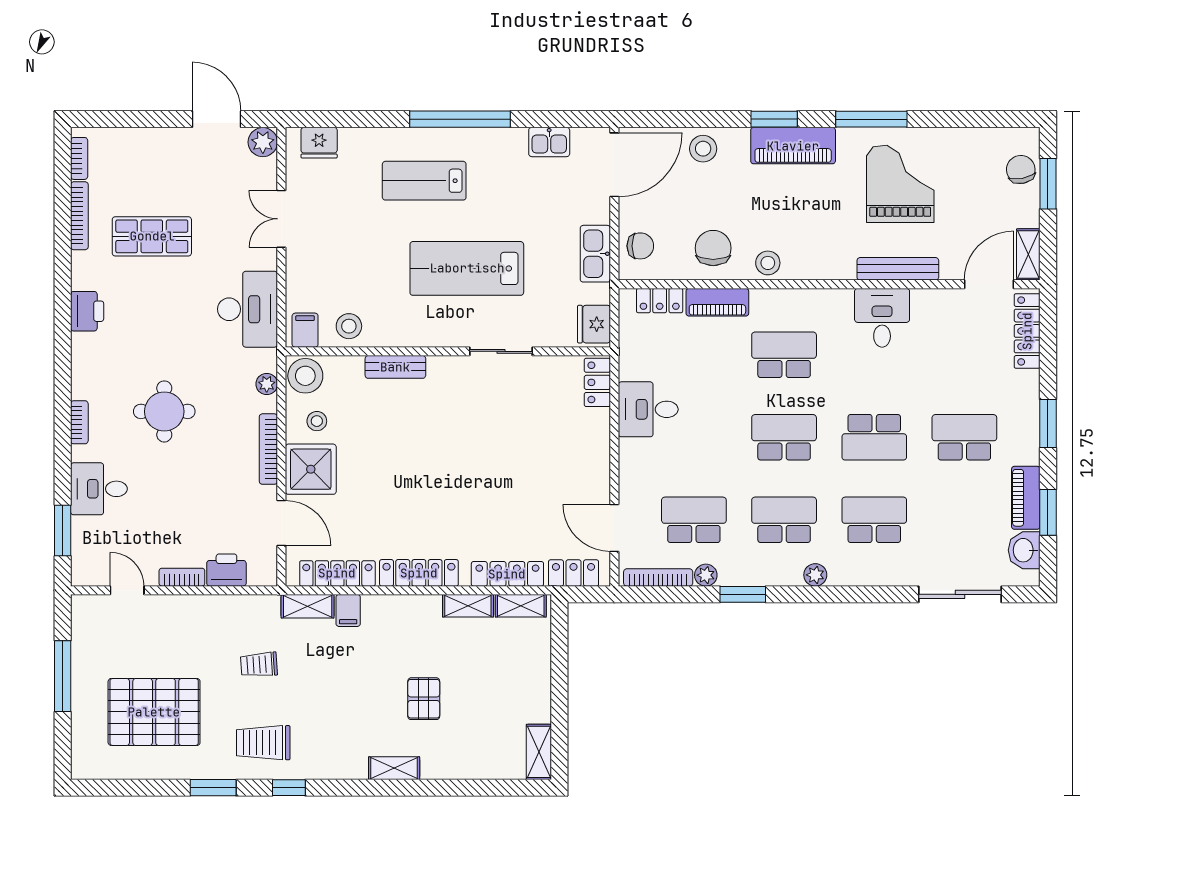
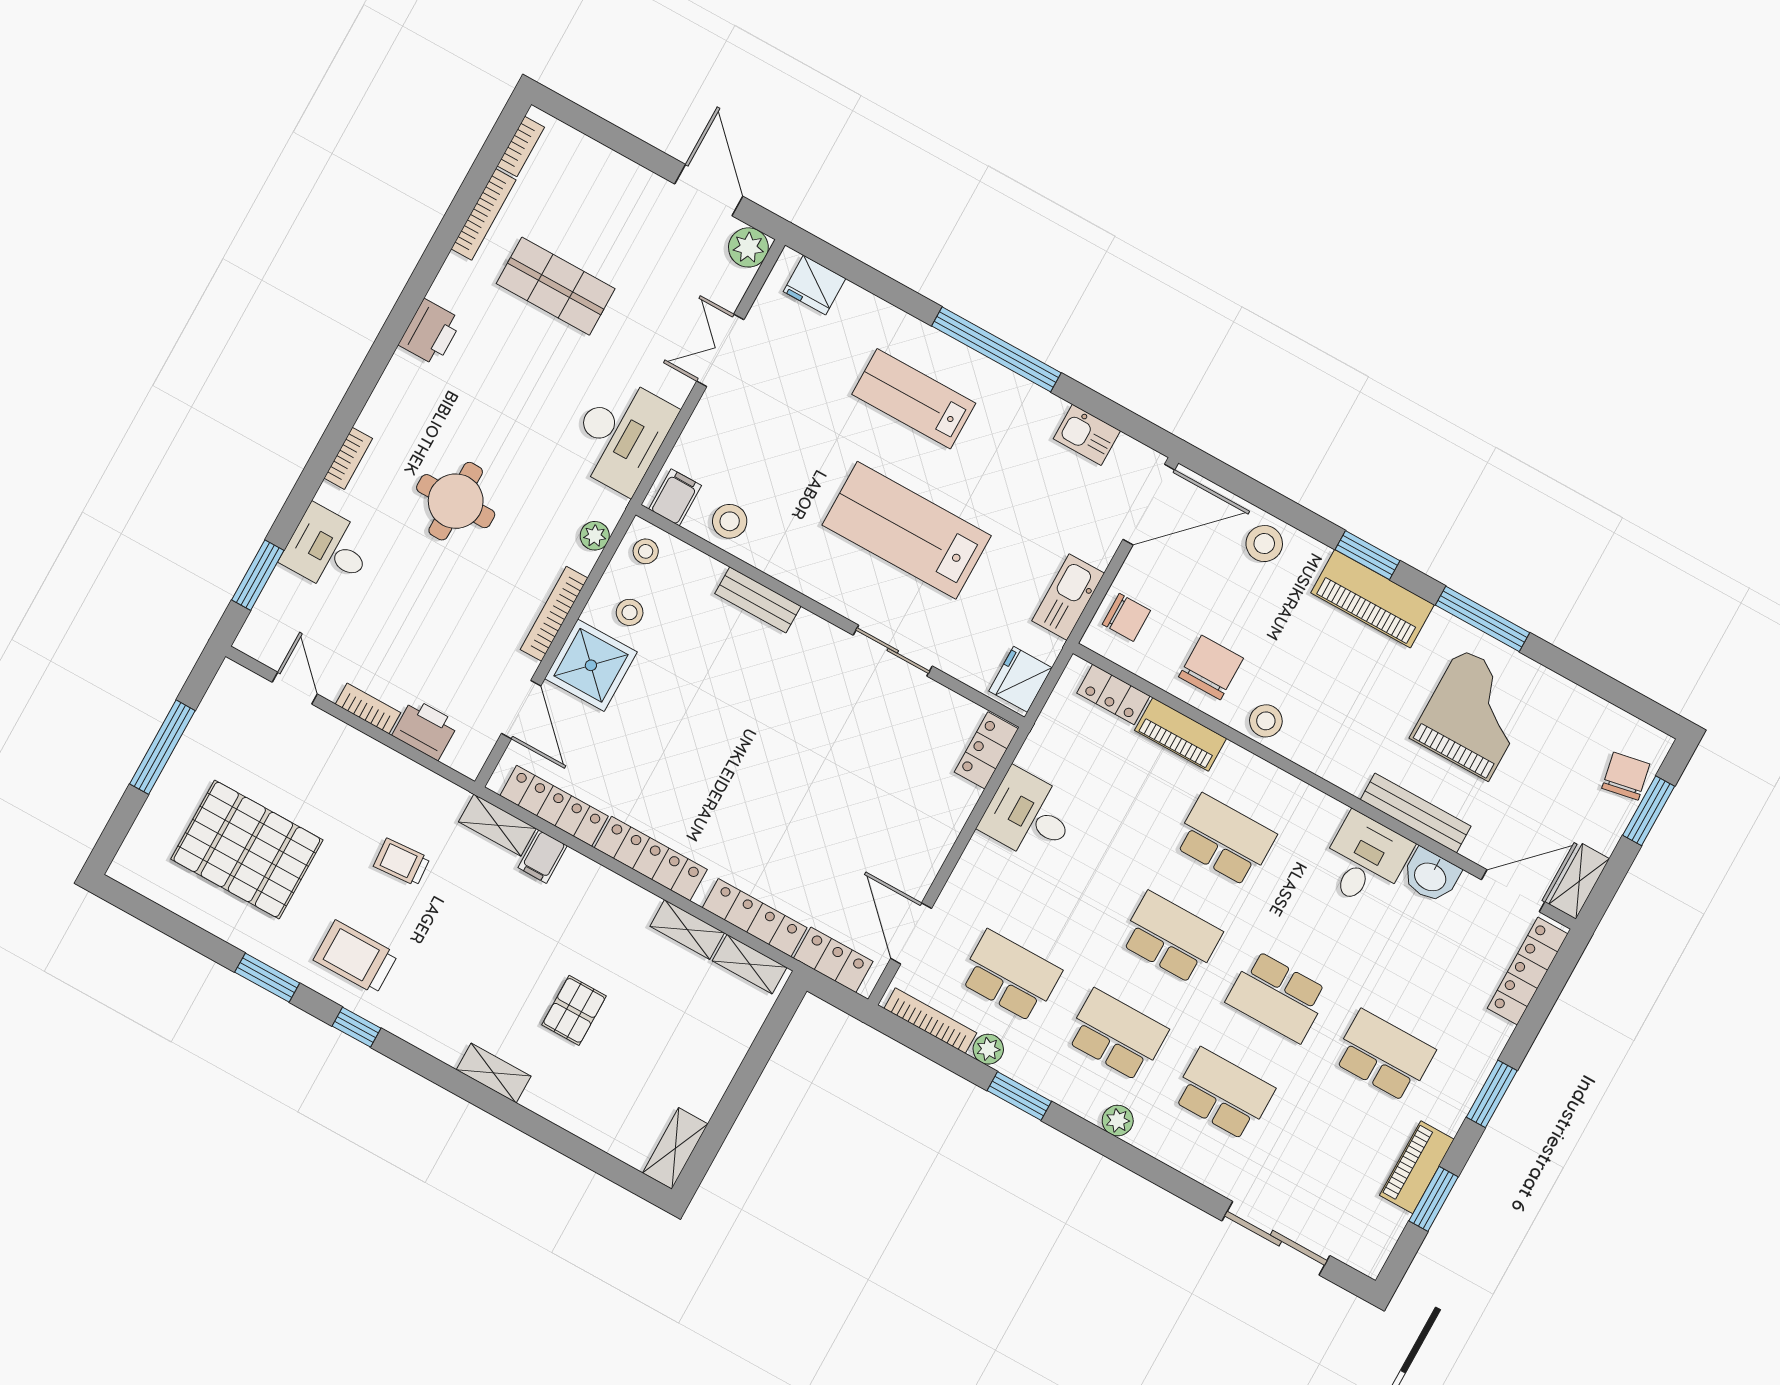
stool: (305, 376) -> (646, 551), width x0.53, depth x0.53
washbasin: (1024, 550) -> (1431, 876), moved, turned -90

